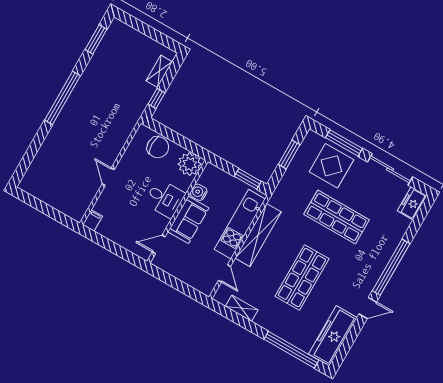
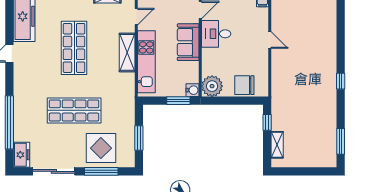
window: (63, 98) -> (341, 81), width x0.32
window: (248, 179) -> (178, 101), moved
water cooler: (199, 192) -> (193, 90), moved
desk: (165, 198) -> (216, 34), moved
shelving: (258, 235) -> (127, 52), width x0.68
window: (391, 267) -> (9, 122), moved
door: (225, 273) -> (136, 17), swing flipped

